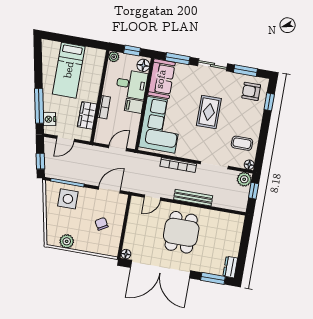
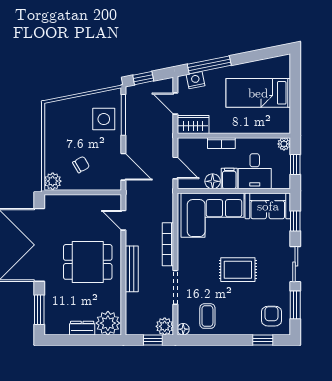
window: (178, 59) -> (295, 221), width x0.67
floor lamp: (143, 65) -> (213, 181), moved
wardrobe: (87, 115) -> (193, 124), moved
plant: (233, 225) -> (108, 323), added
plant: (67, 241) -> (53, 181), moved
floor lamp: (126, 254) -> (50, 200), removed
dresser: (230, 267) -> (82, 328), moved

